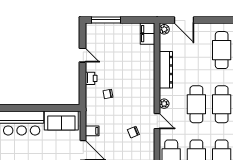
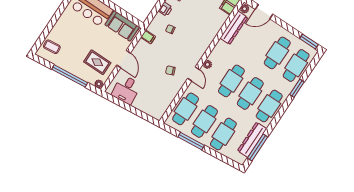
door: (184, 20) -> (264, 12), hinge flipped
dresser: (166, 70) -> (234, 28), moved
filing cabinet: (92, 131) -> (148, 37), moved

